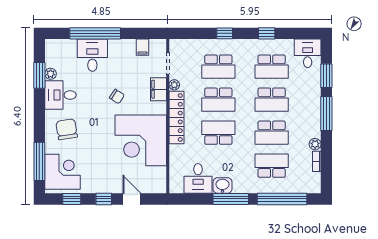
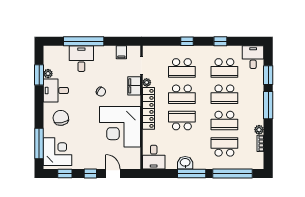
desk: (198, 178) -> (154, 157), moved

